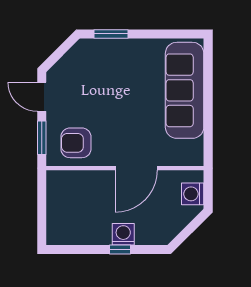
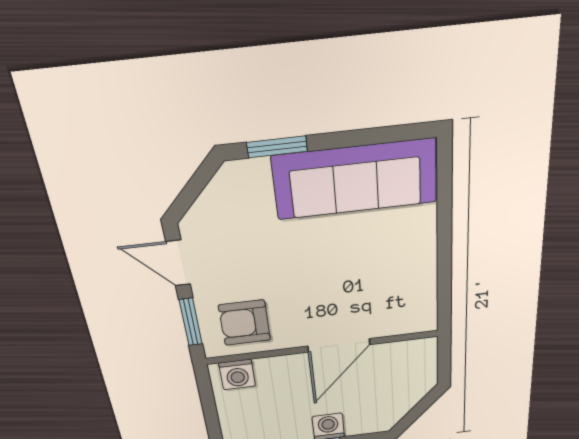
sofa: (185, 90) -> (355, 179), moved, turned -90
washing machine: (193, 194) -> (237, 375), moved, turned -90

